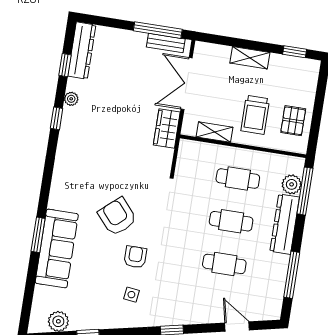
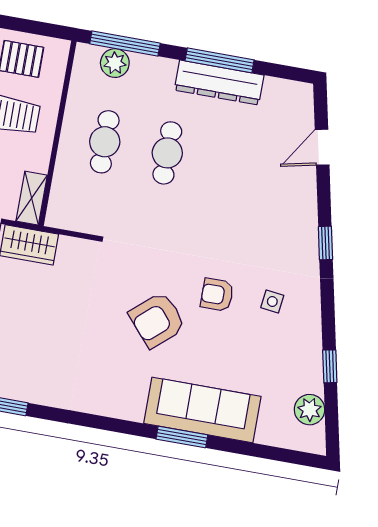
shelving: (214, 132) -> (32, 198), moved
dresser: (285, 224) -> (219, 83), moved
cafe table: (224, 264) -> (230, 164), removed
window: (292, 275) -> (220, 60), moved

